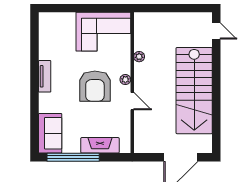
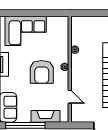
corner sofa: (103, 32) -> (26, 31), moved
door: (132, 101) -> (70, 97), moved

